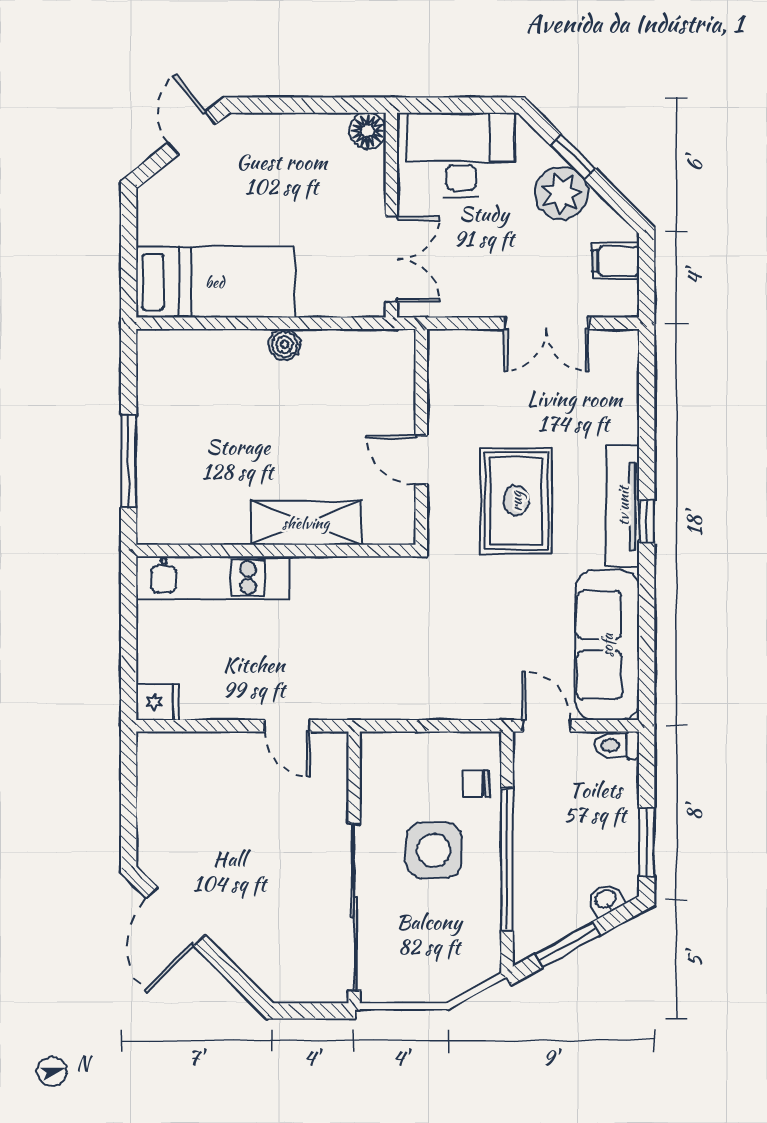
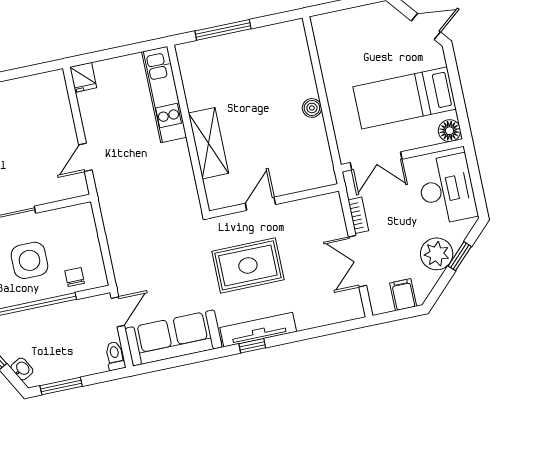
bed: (215, 282) -> (405, 98), moved, turned 90
bookcase: (473, 306) -> (358, 215), added

